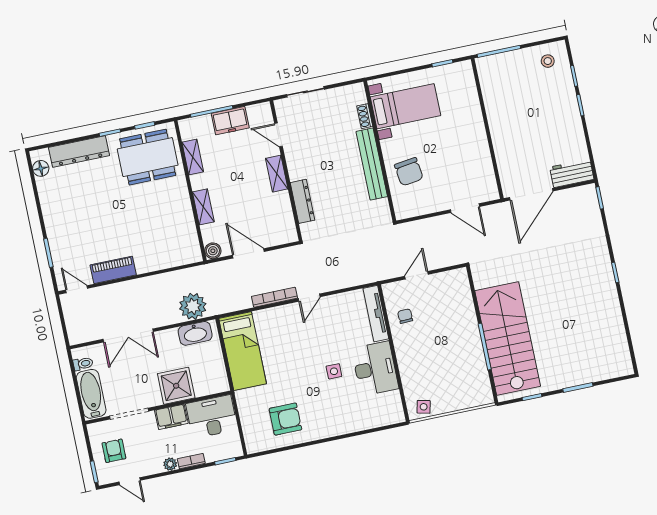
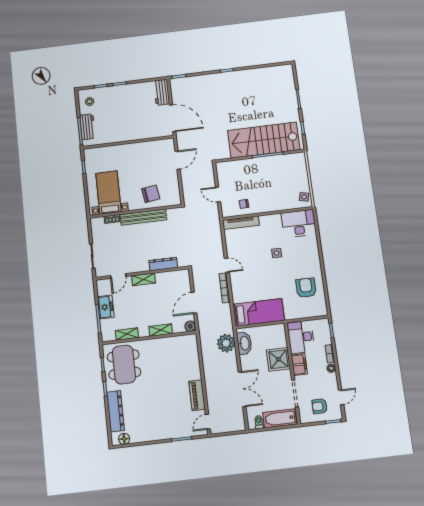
workbench: (507, 62) -> (87, 127), added
desk: (375, 369) -> (299, 223), moved

